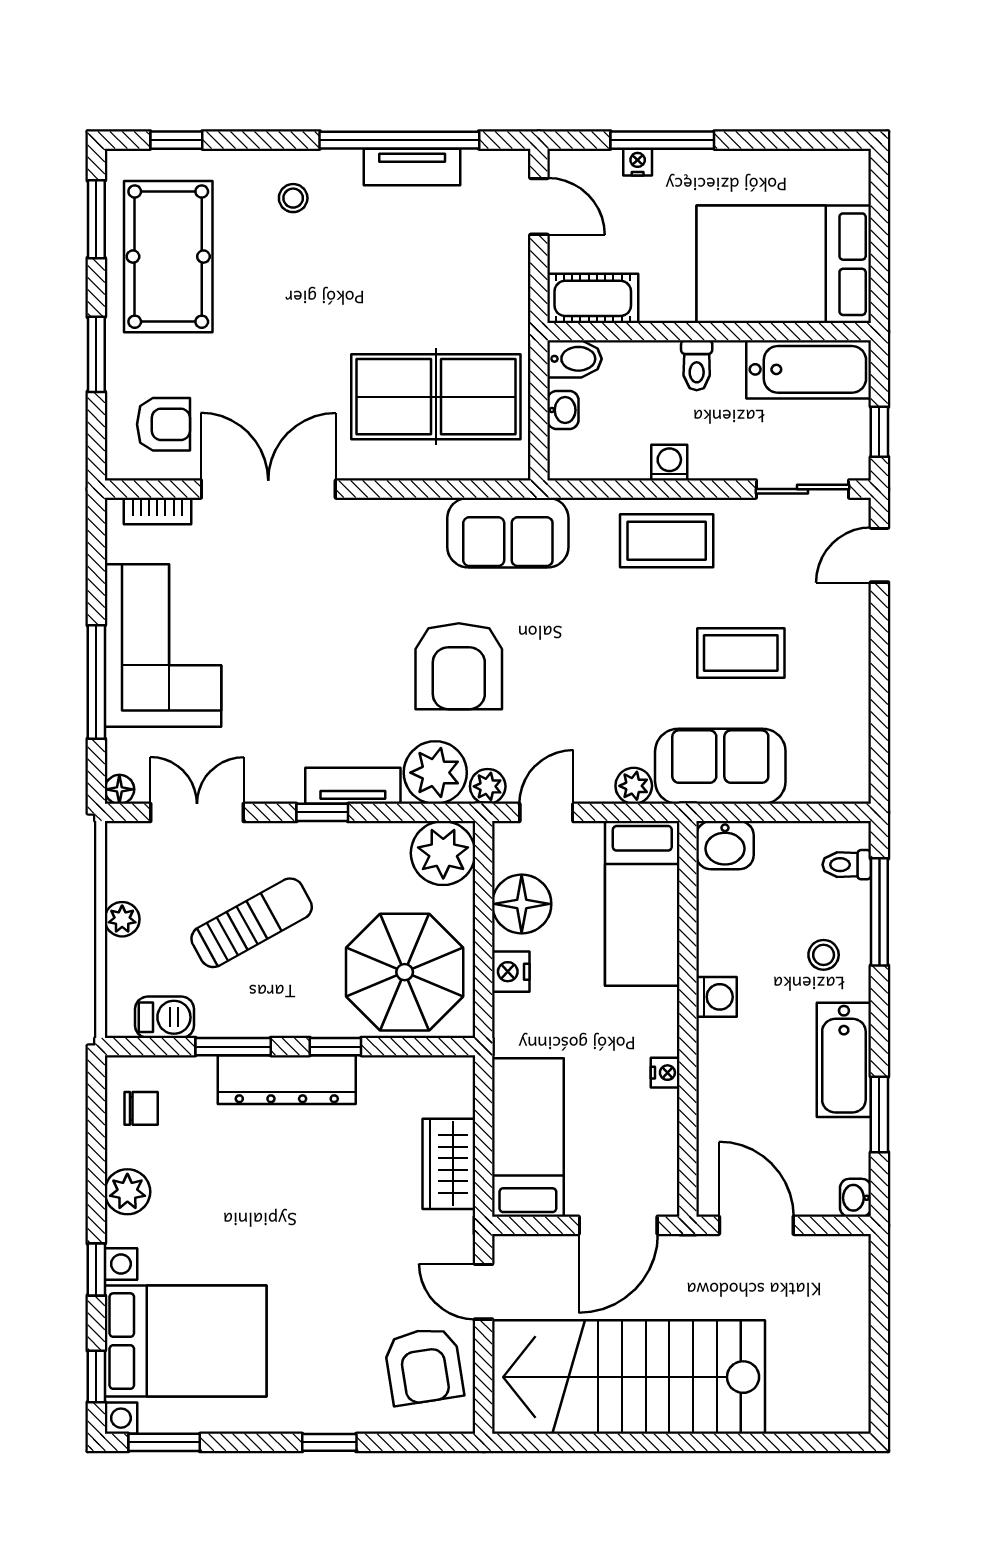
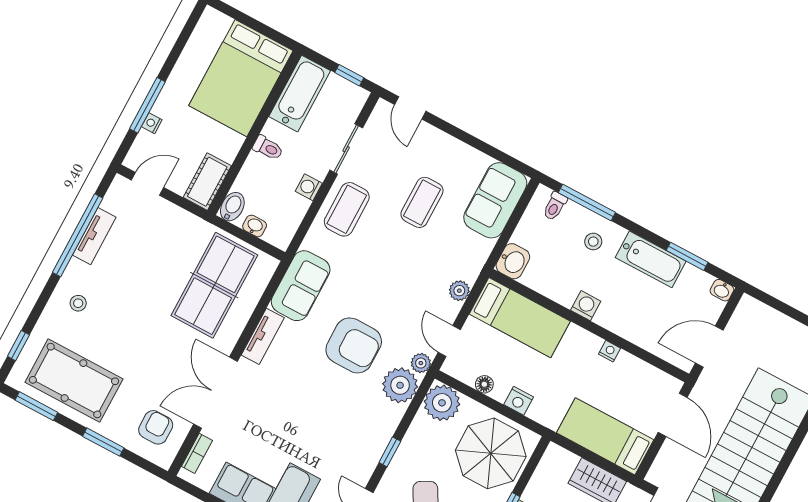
sliding door: (803, 489) -> (346, 149), moved
sofa: (720, 766) -> (495, 200), moved
tv unit: (353, 786) -> (263, 336), moved, turned 180
floor lamp: (522, 904) -> (484, 384), width x0.53, depth x0.53

